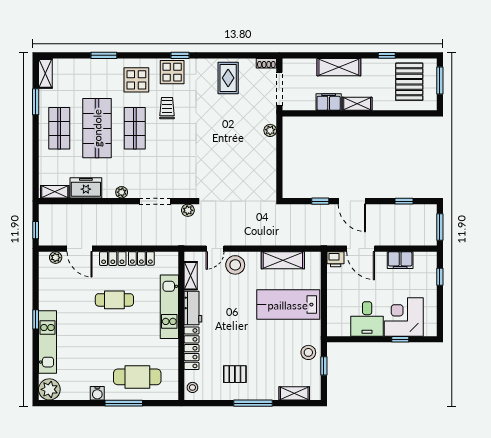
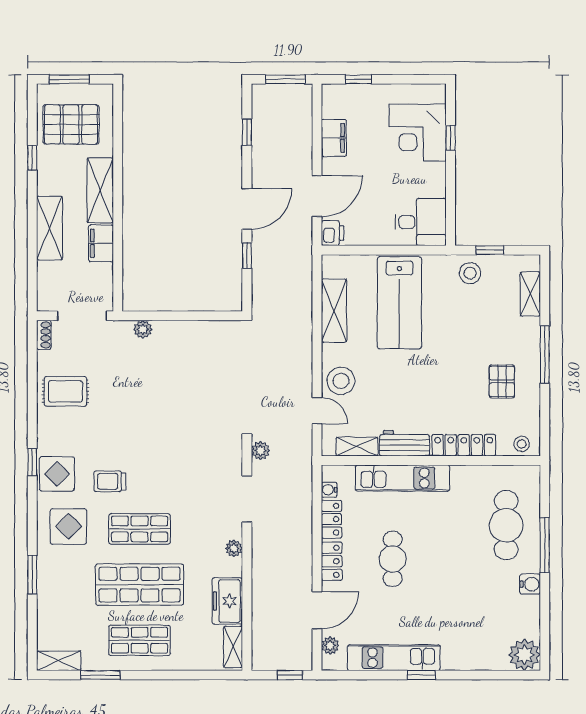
shelving: (357, 104) -> (100, 190), width x1.50, depth x1.33
water cooler: (161, 257) -> (329, 490), added
desk: (367, 319) -> (421, 222), moved
kitchen unit: (47, 342) -> (394, 658), moved

